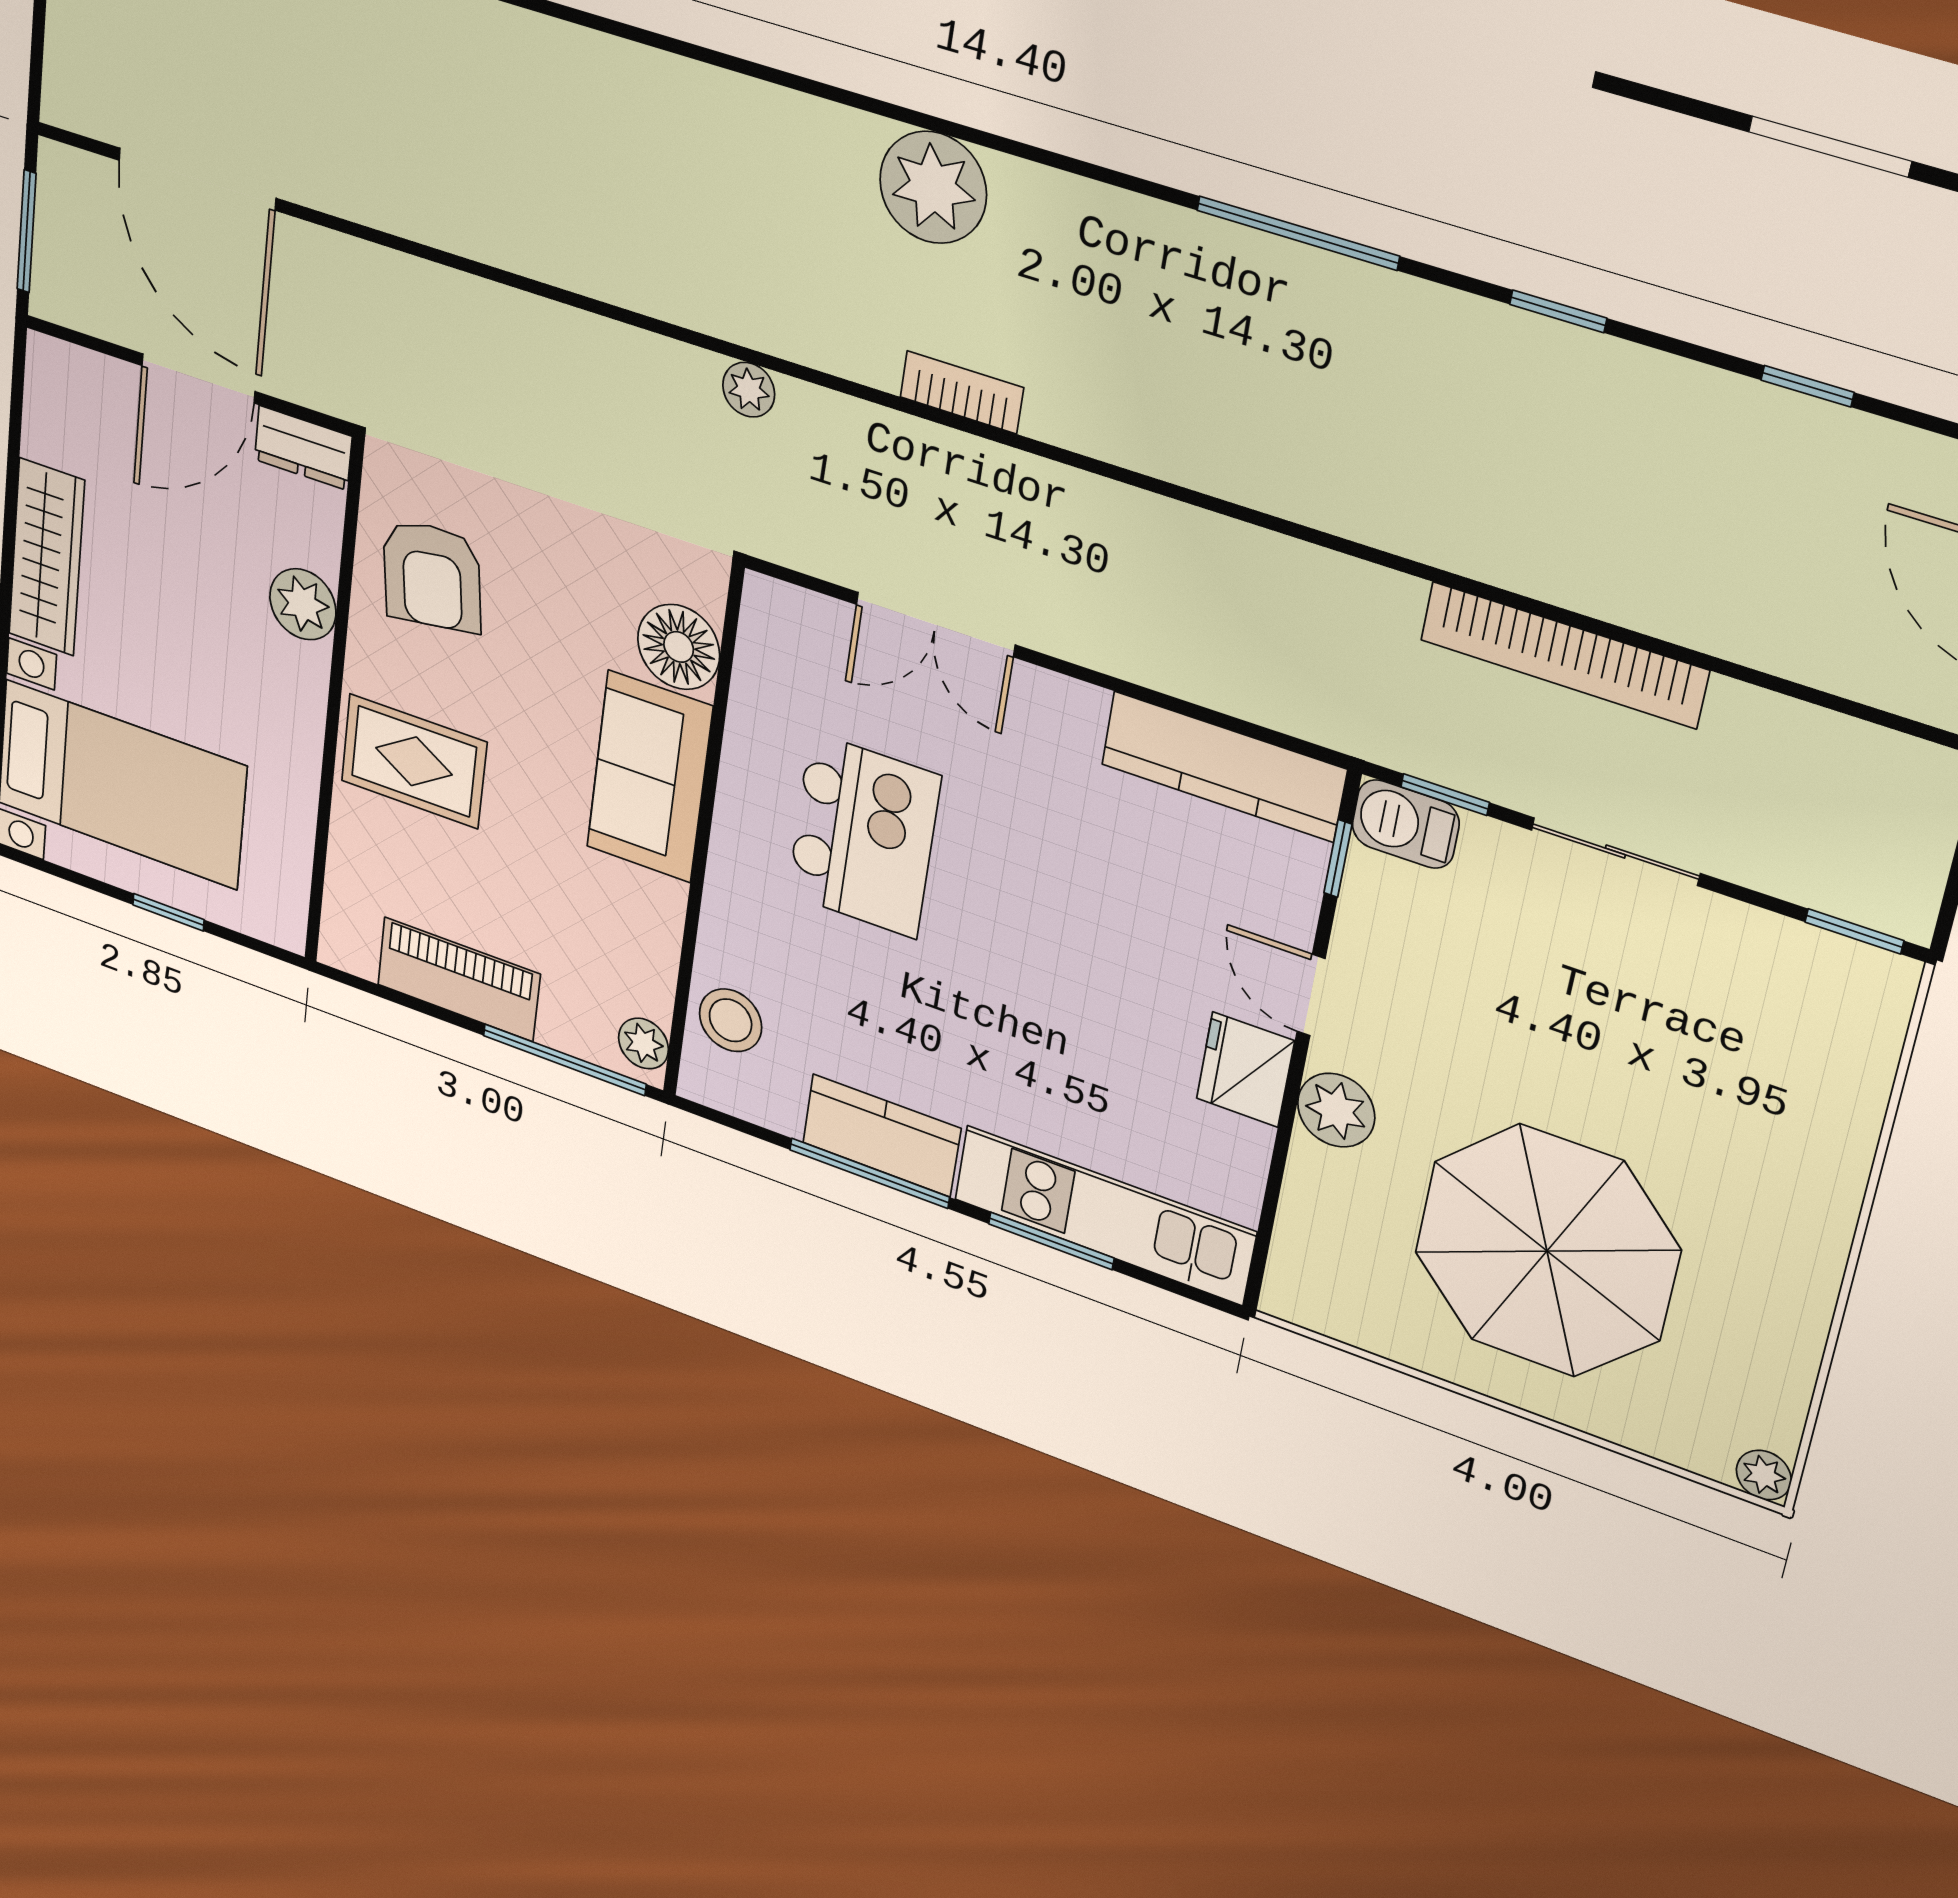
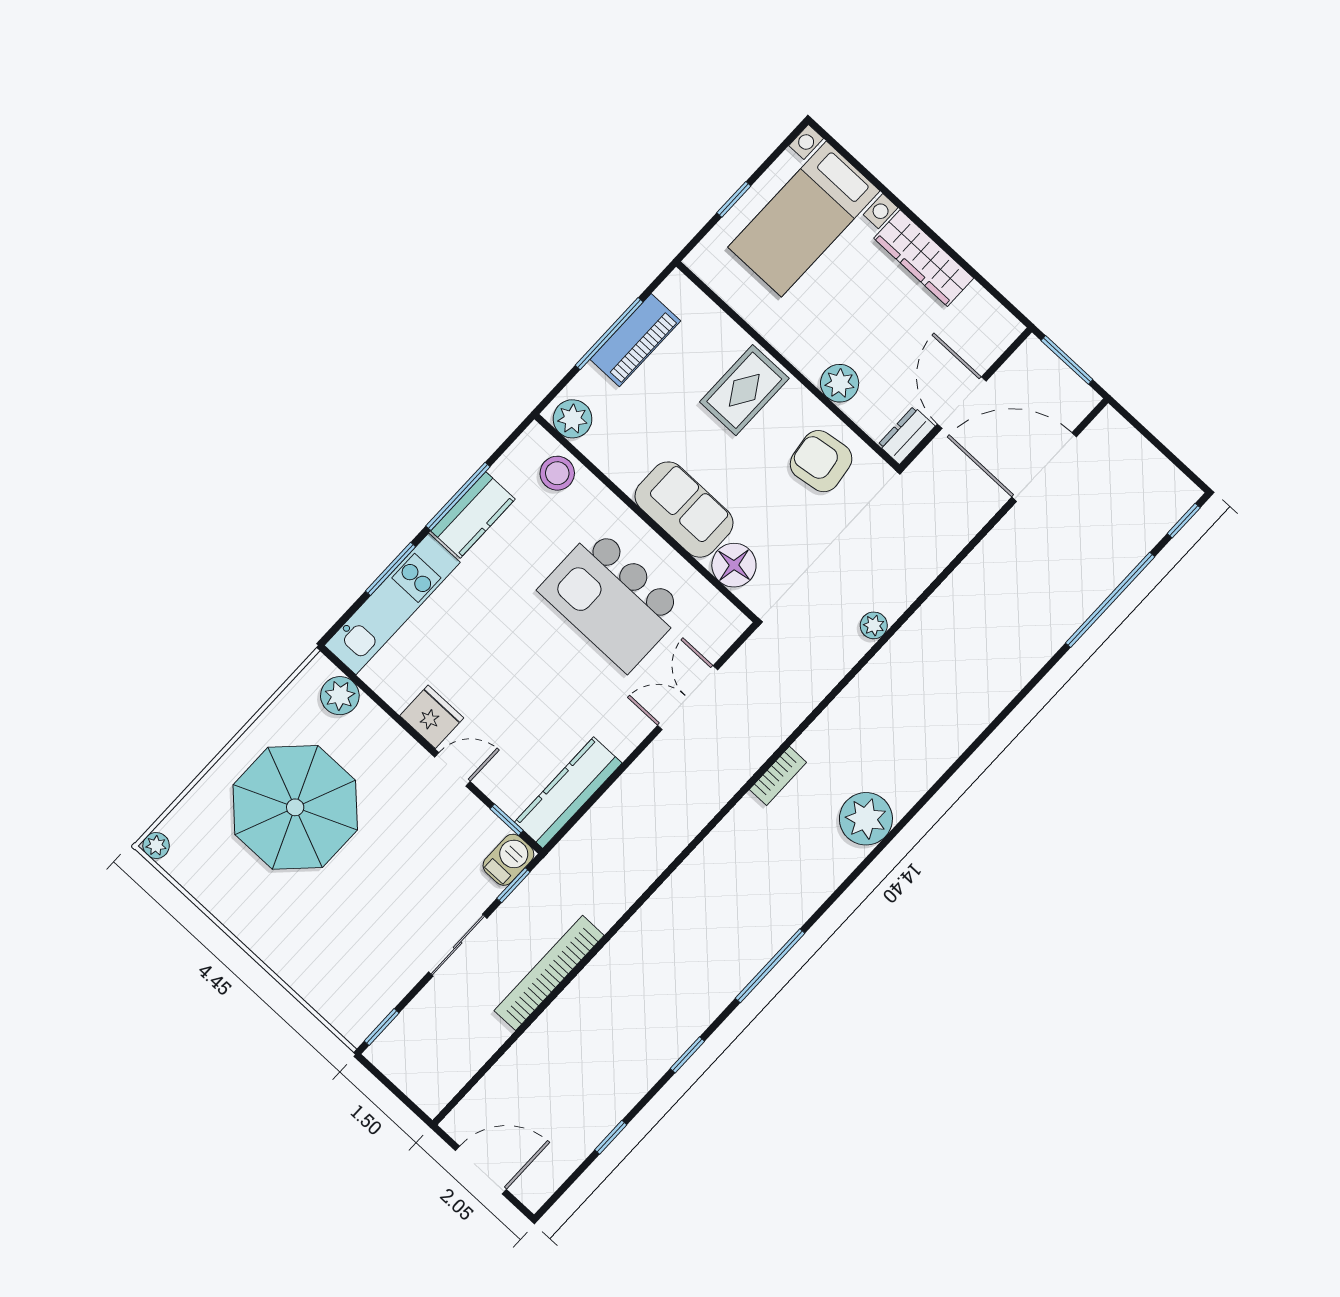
plant: (749, 390) -> (874, 625), moved
kitchen island: (864, 835) -> (612, 600), width x1.37, depth x1.28
plant: (643, 1044) -> (573, 419), width x1.38, depth x1.38
window: (565, 1060) -> (609, 334), moved
plant: (1336, 1110) -> (340, 696), moved

